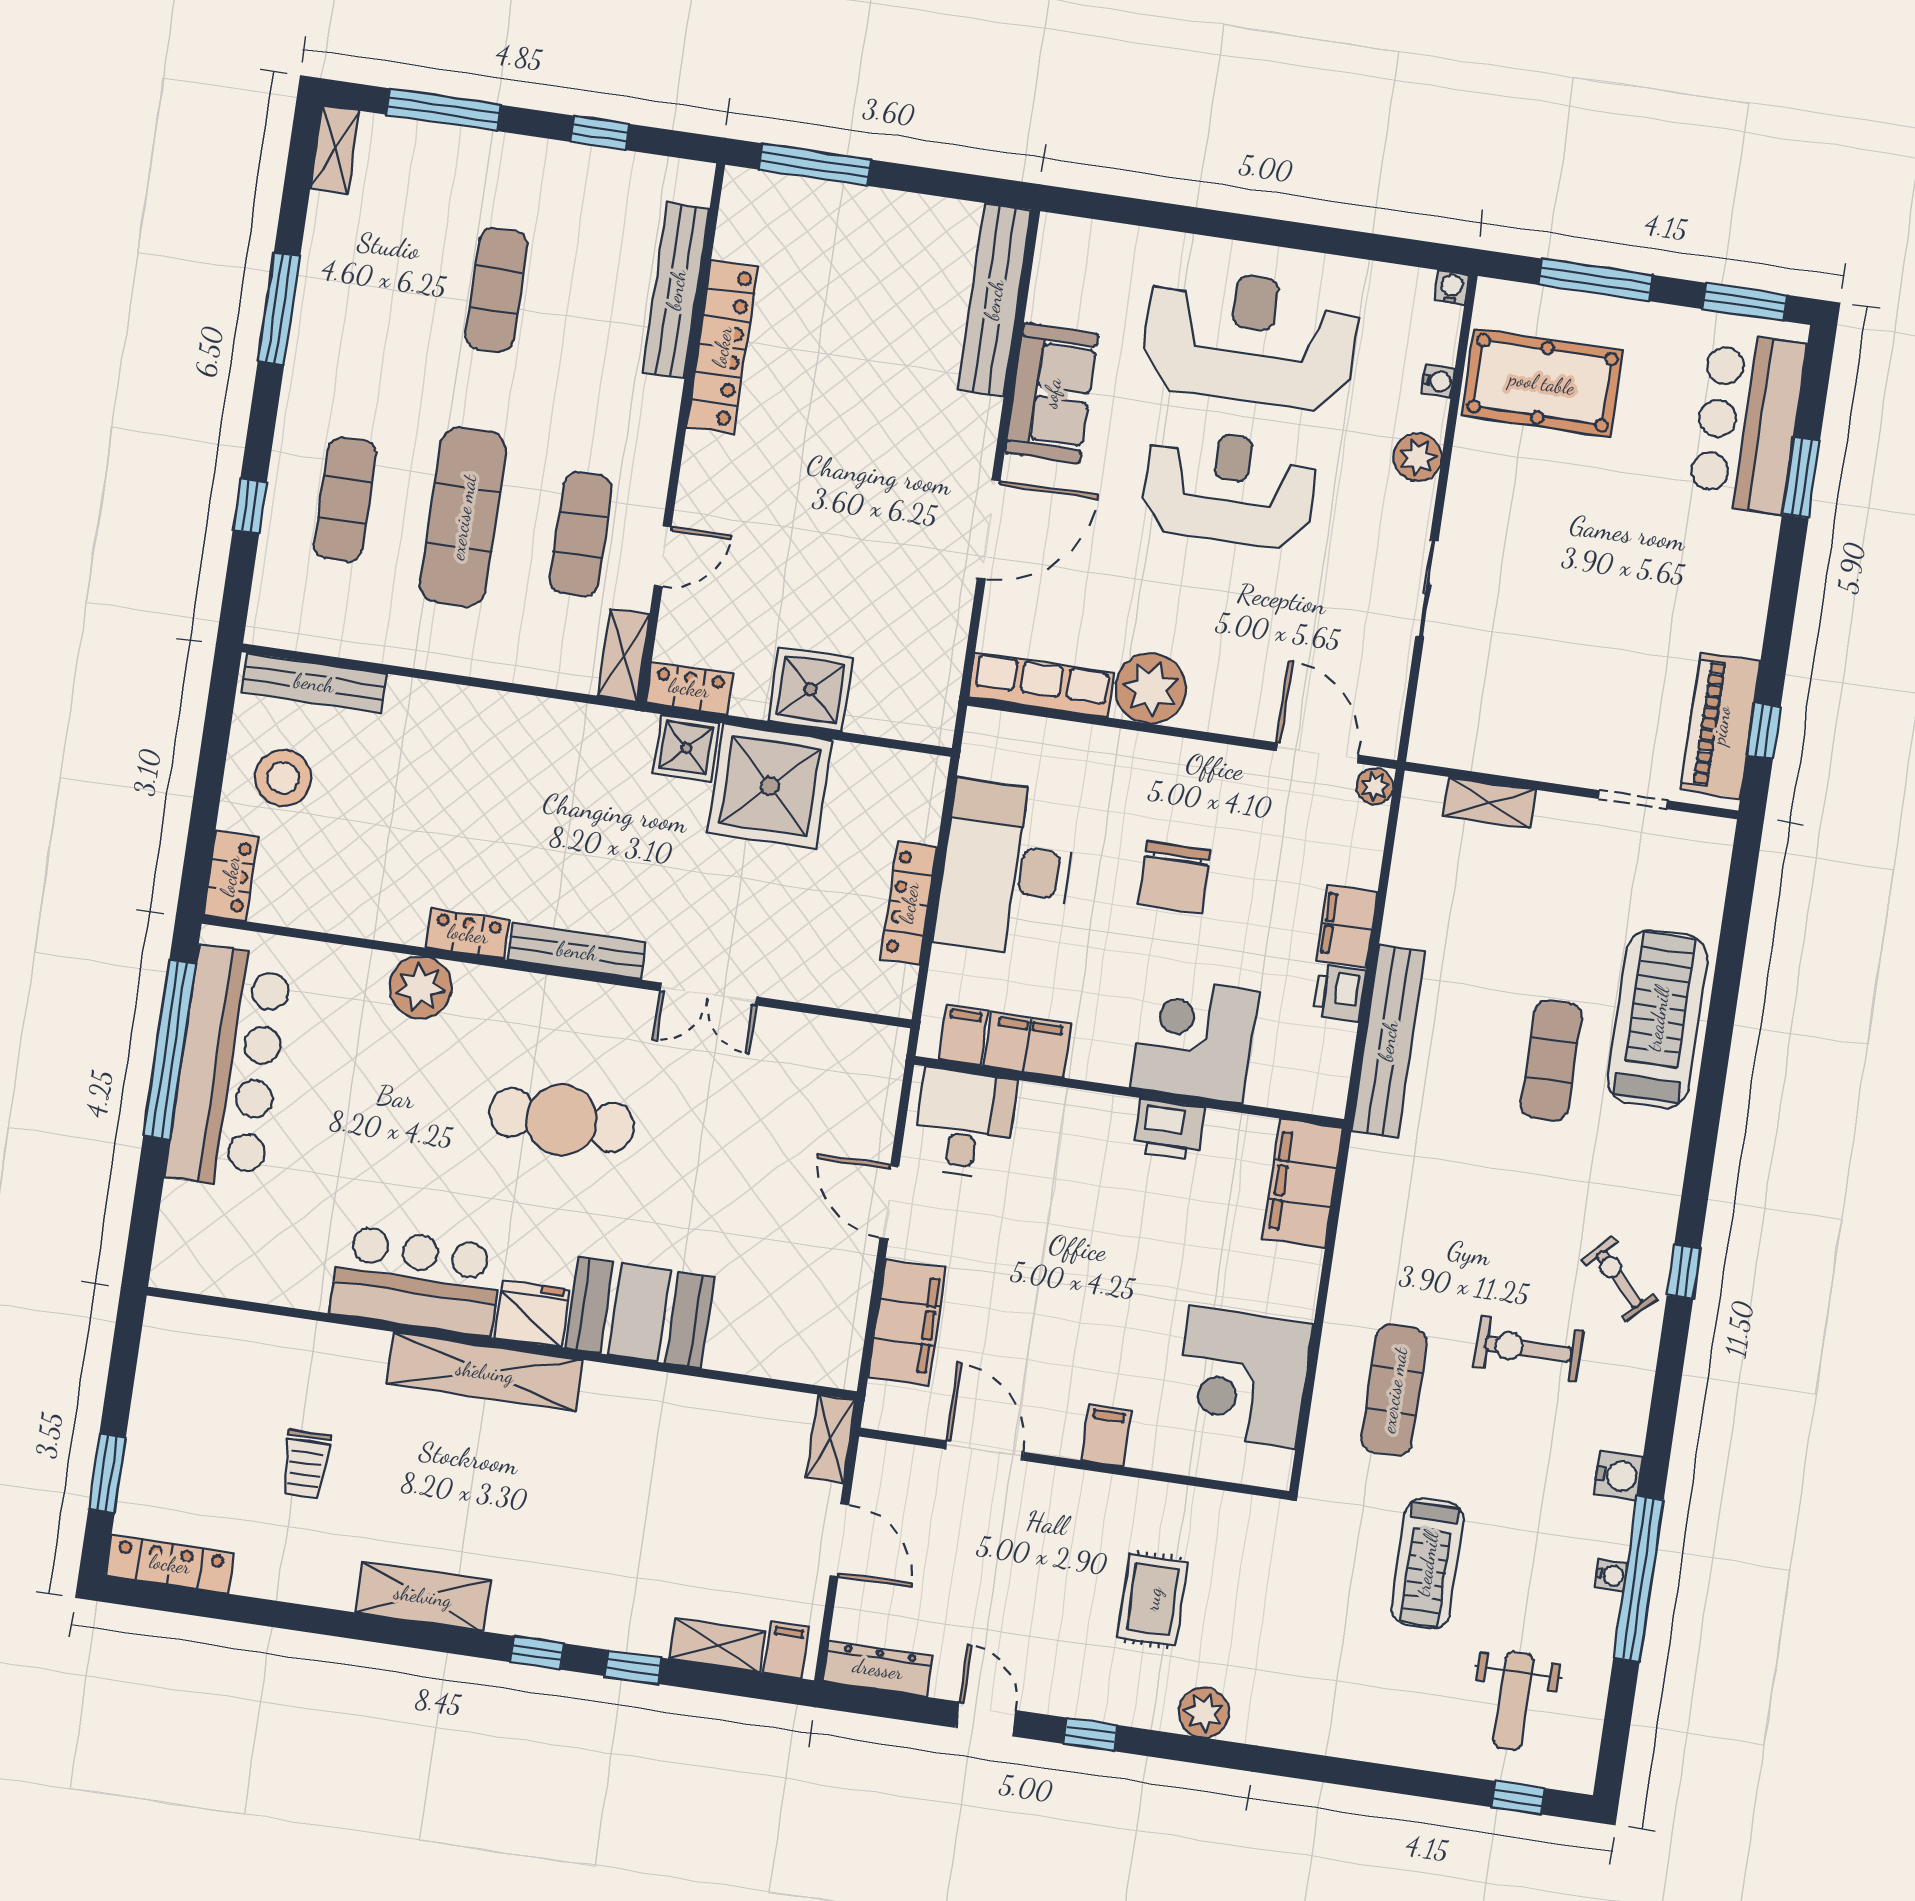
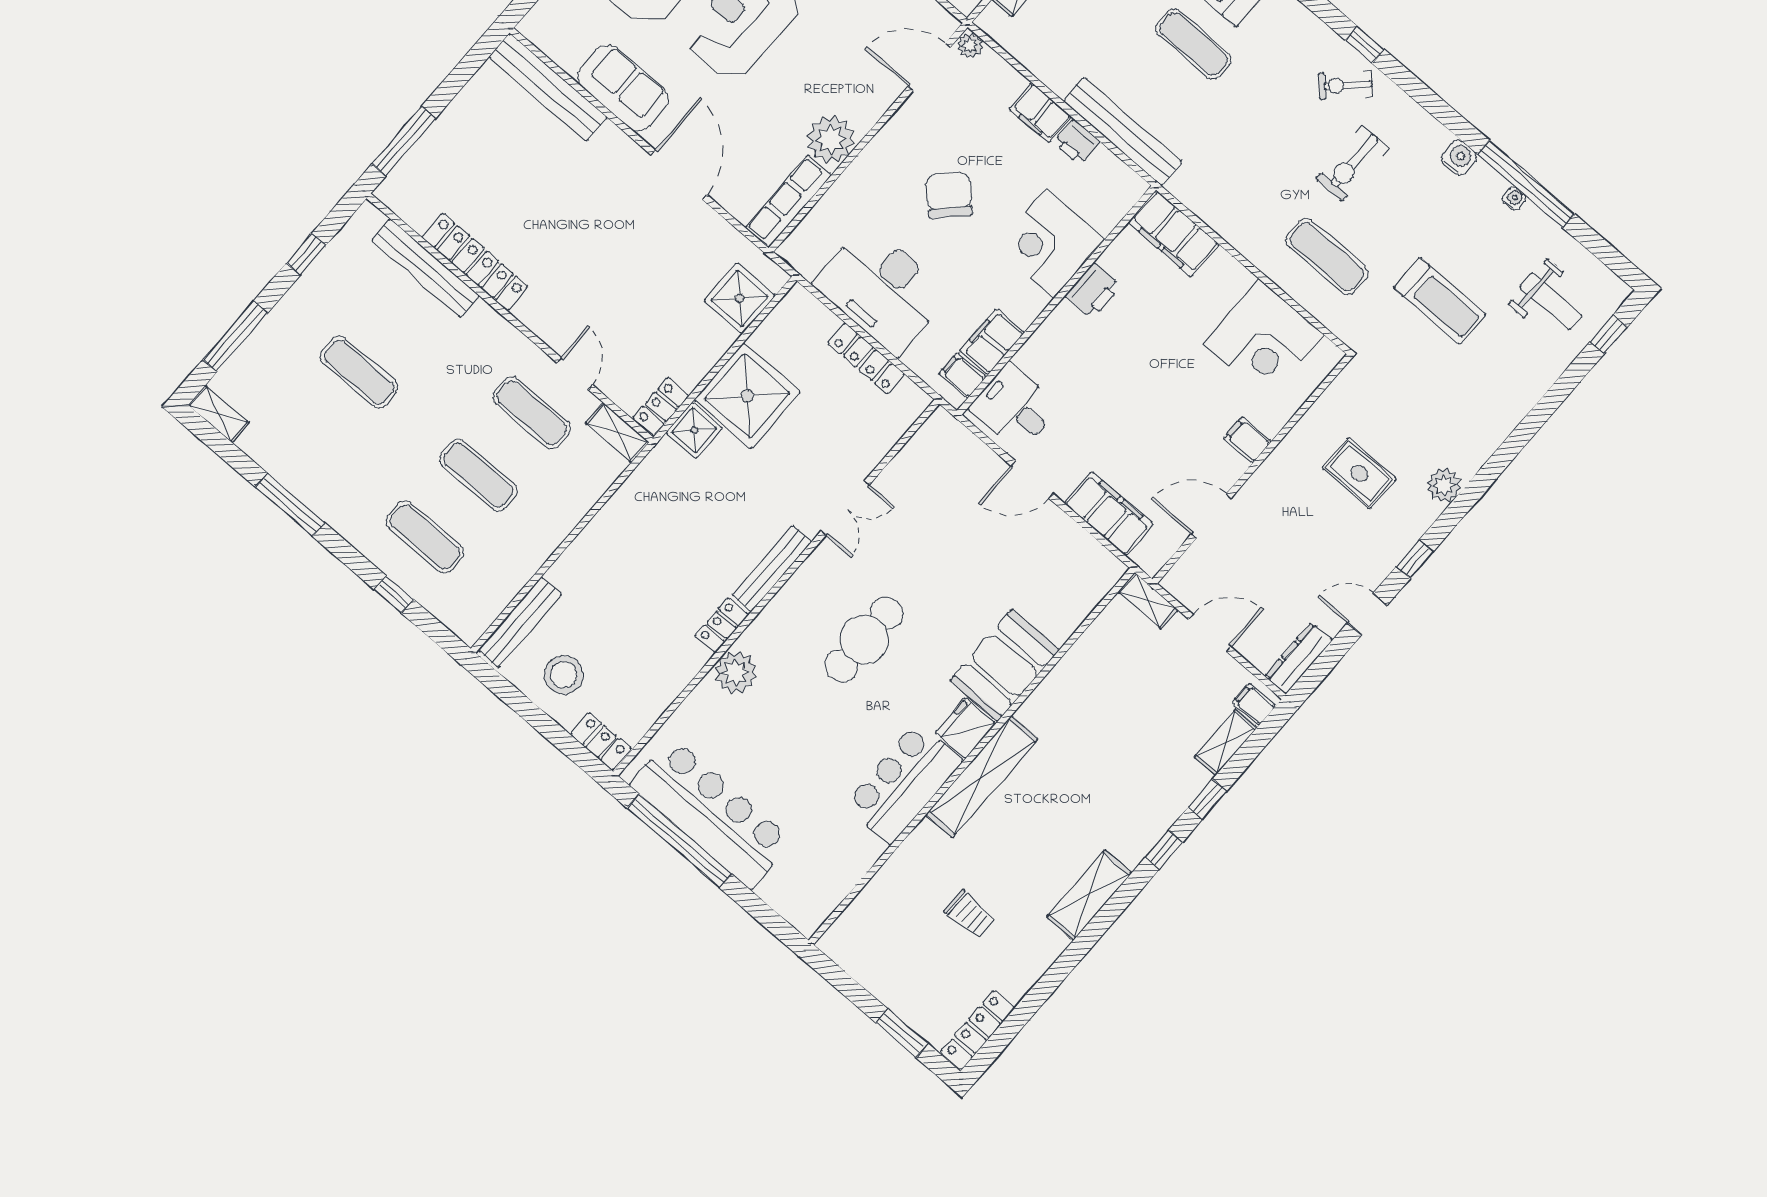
exercise mat: (463, 517) -> (478, 475), width x0.73, depth x0.69
shower: (810, 690) -> (740, 298), moved
chair: (1174, 877) -> (949, 195), turned -136

